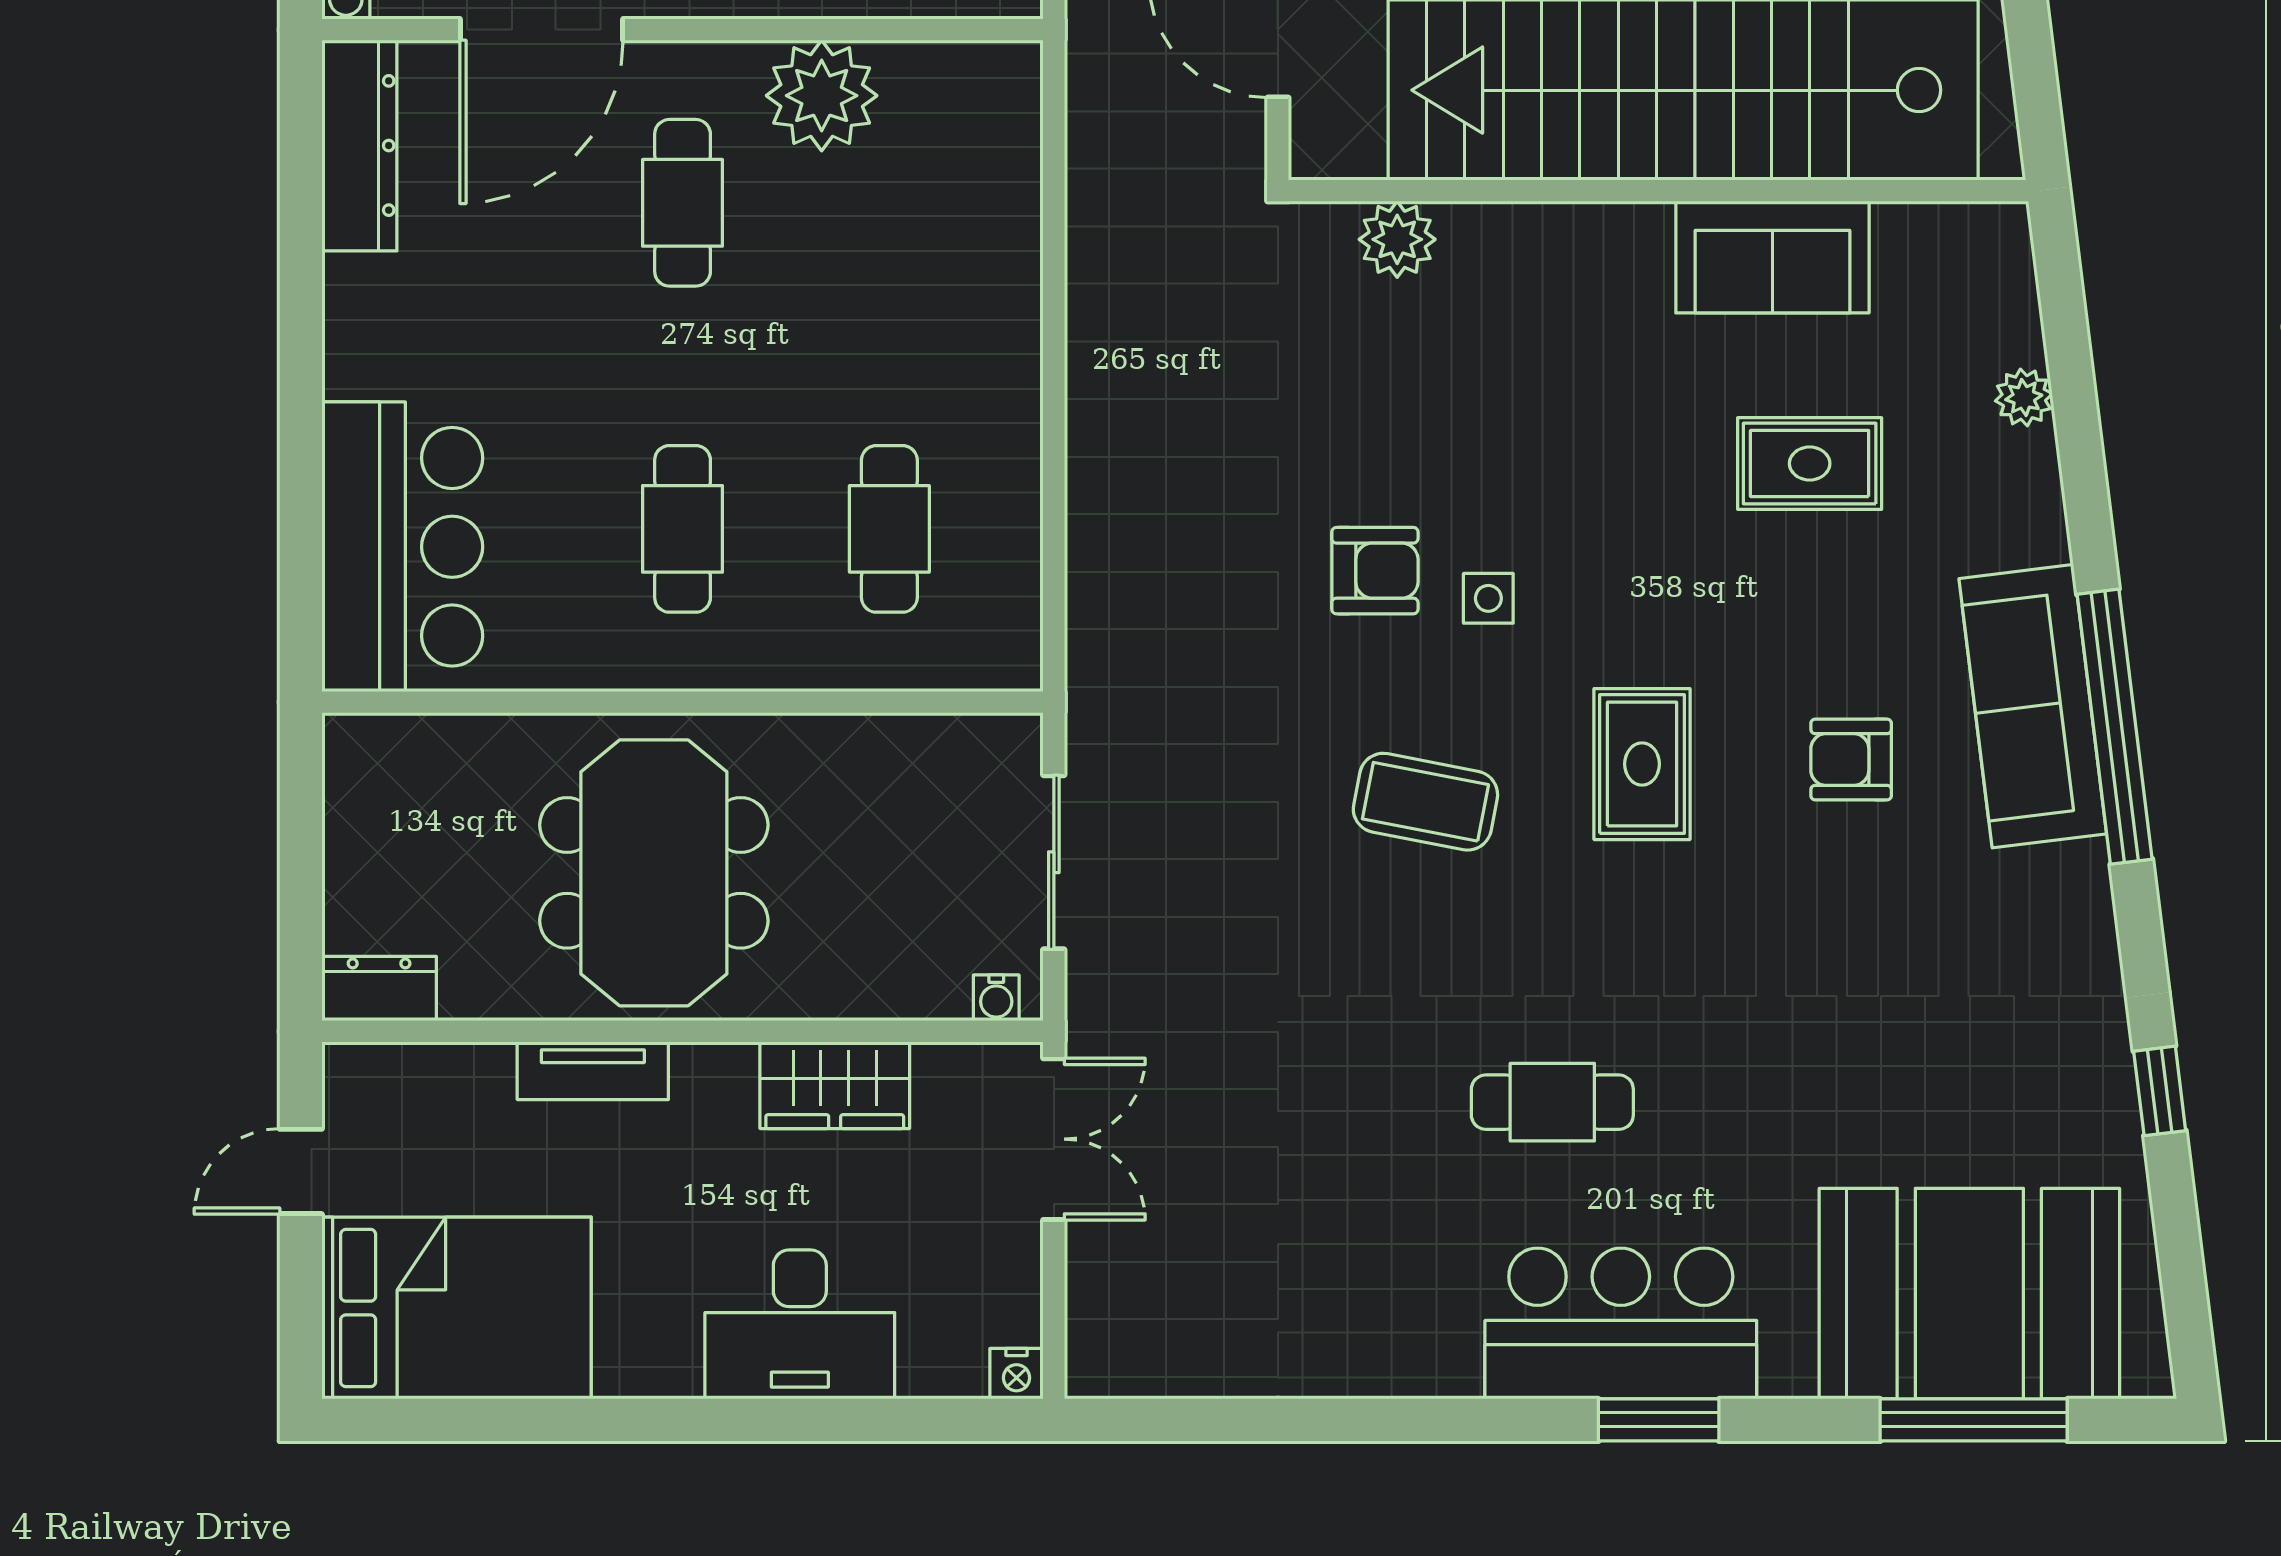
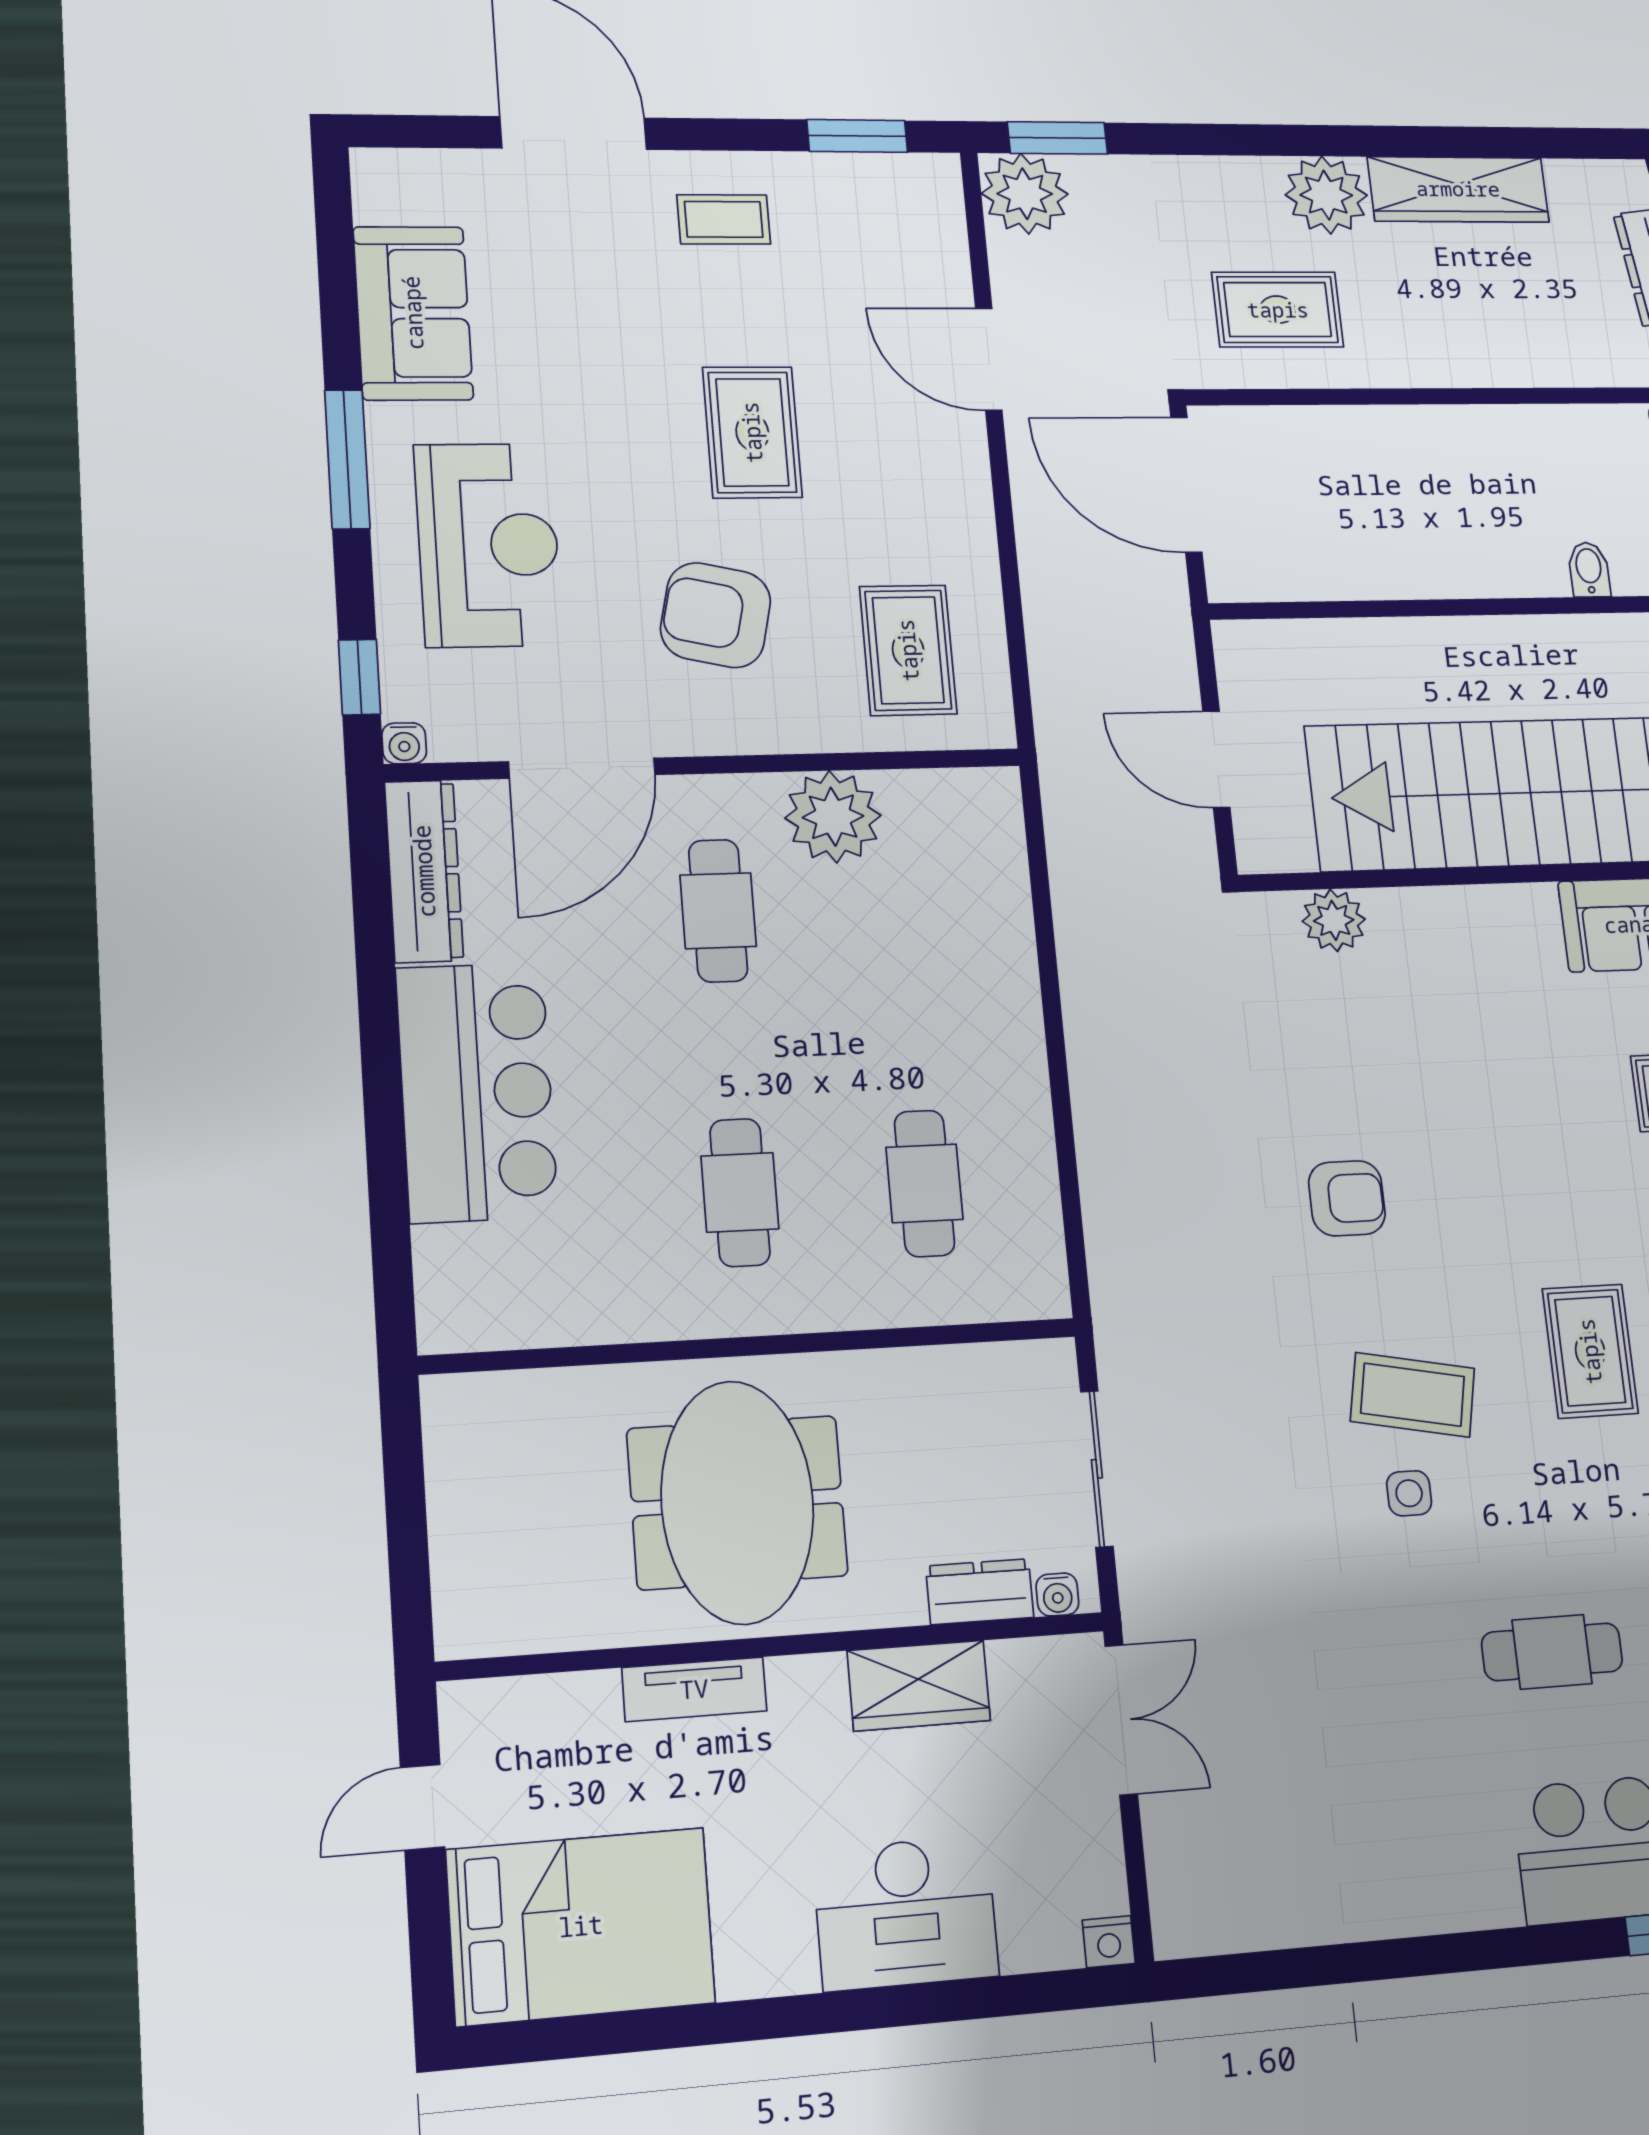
bar counter: (402, 547) -> (477, 1092), moved
side table: (1488, 598) -> (1409, 1493), moved
dresser: (379, 989) -> (980, 1592), moved

